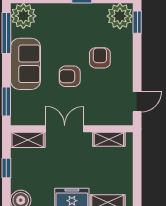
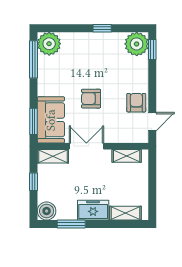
armchair: (100, 58) -> (136, 103), moved
sofa: (25, 64) -> (51, 120), moved

